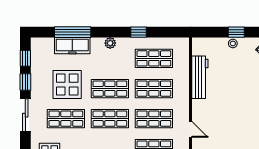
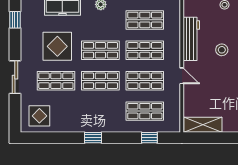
window: (25, 82) -> (15, 44), removed
stool: (230, 88) -> (222, 50), added
door: (191, 129) -> (182, 76), moved

